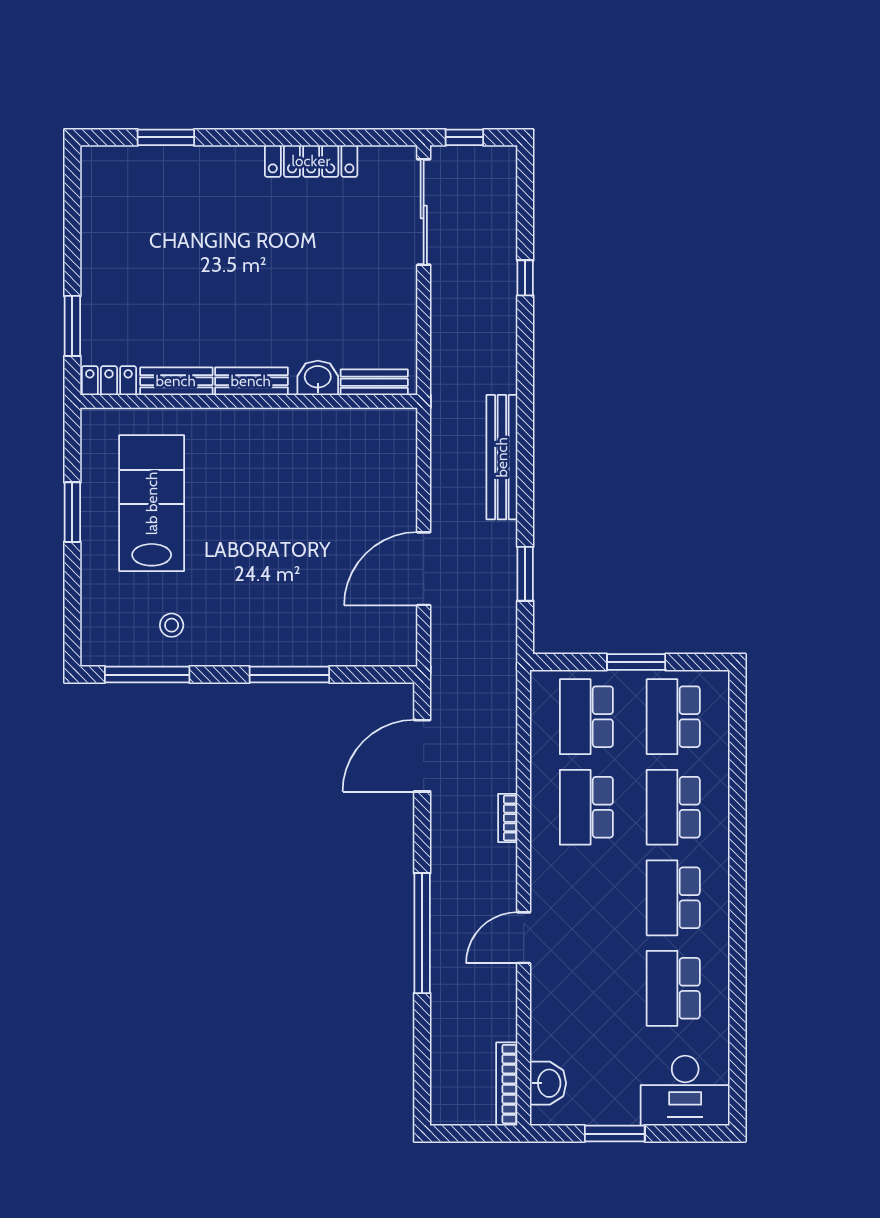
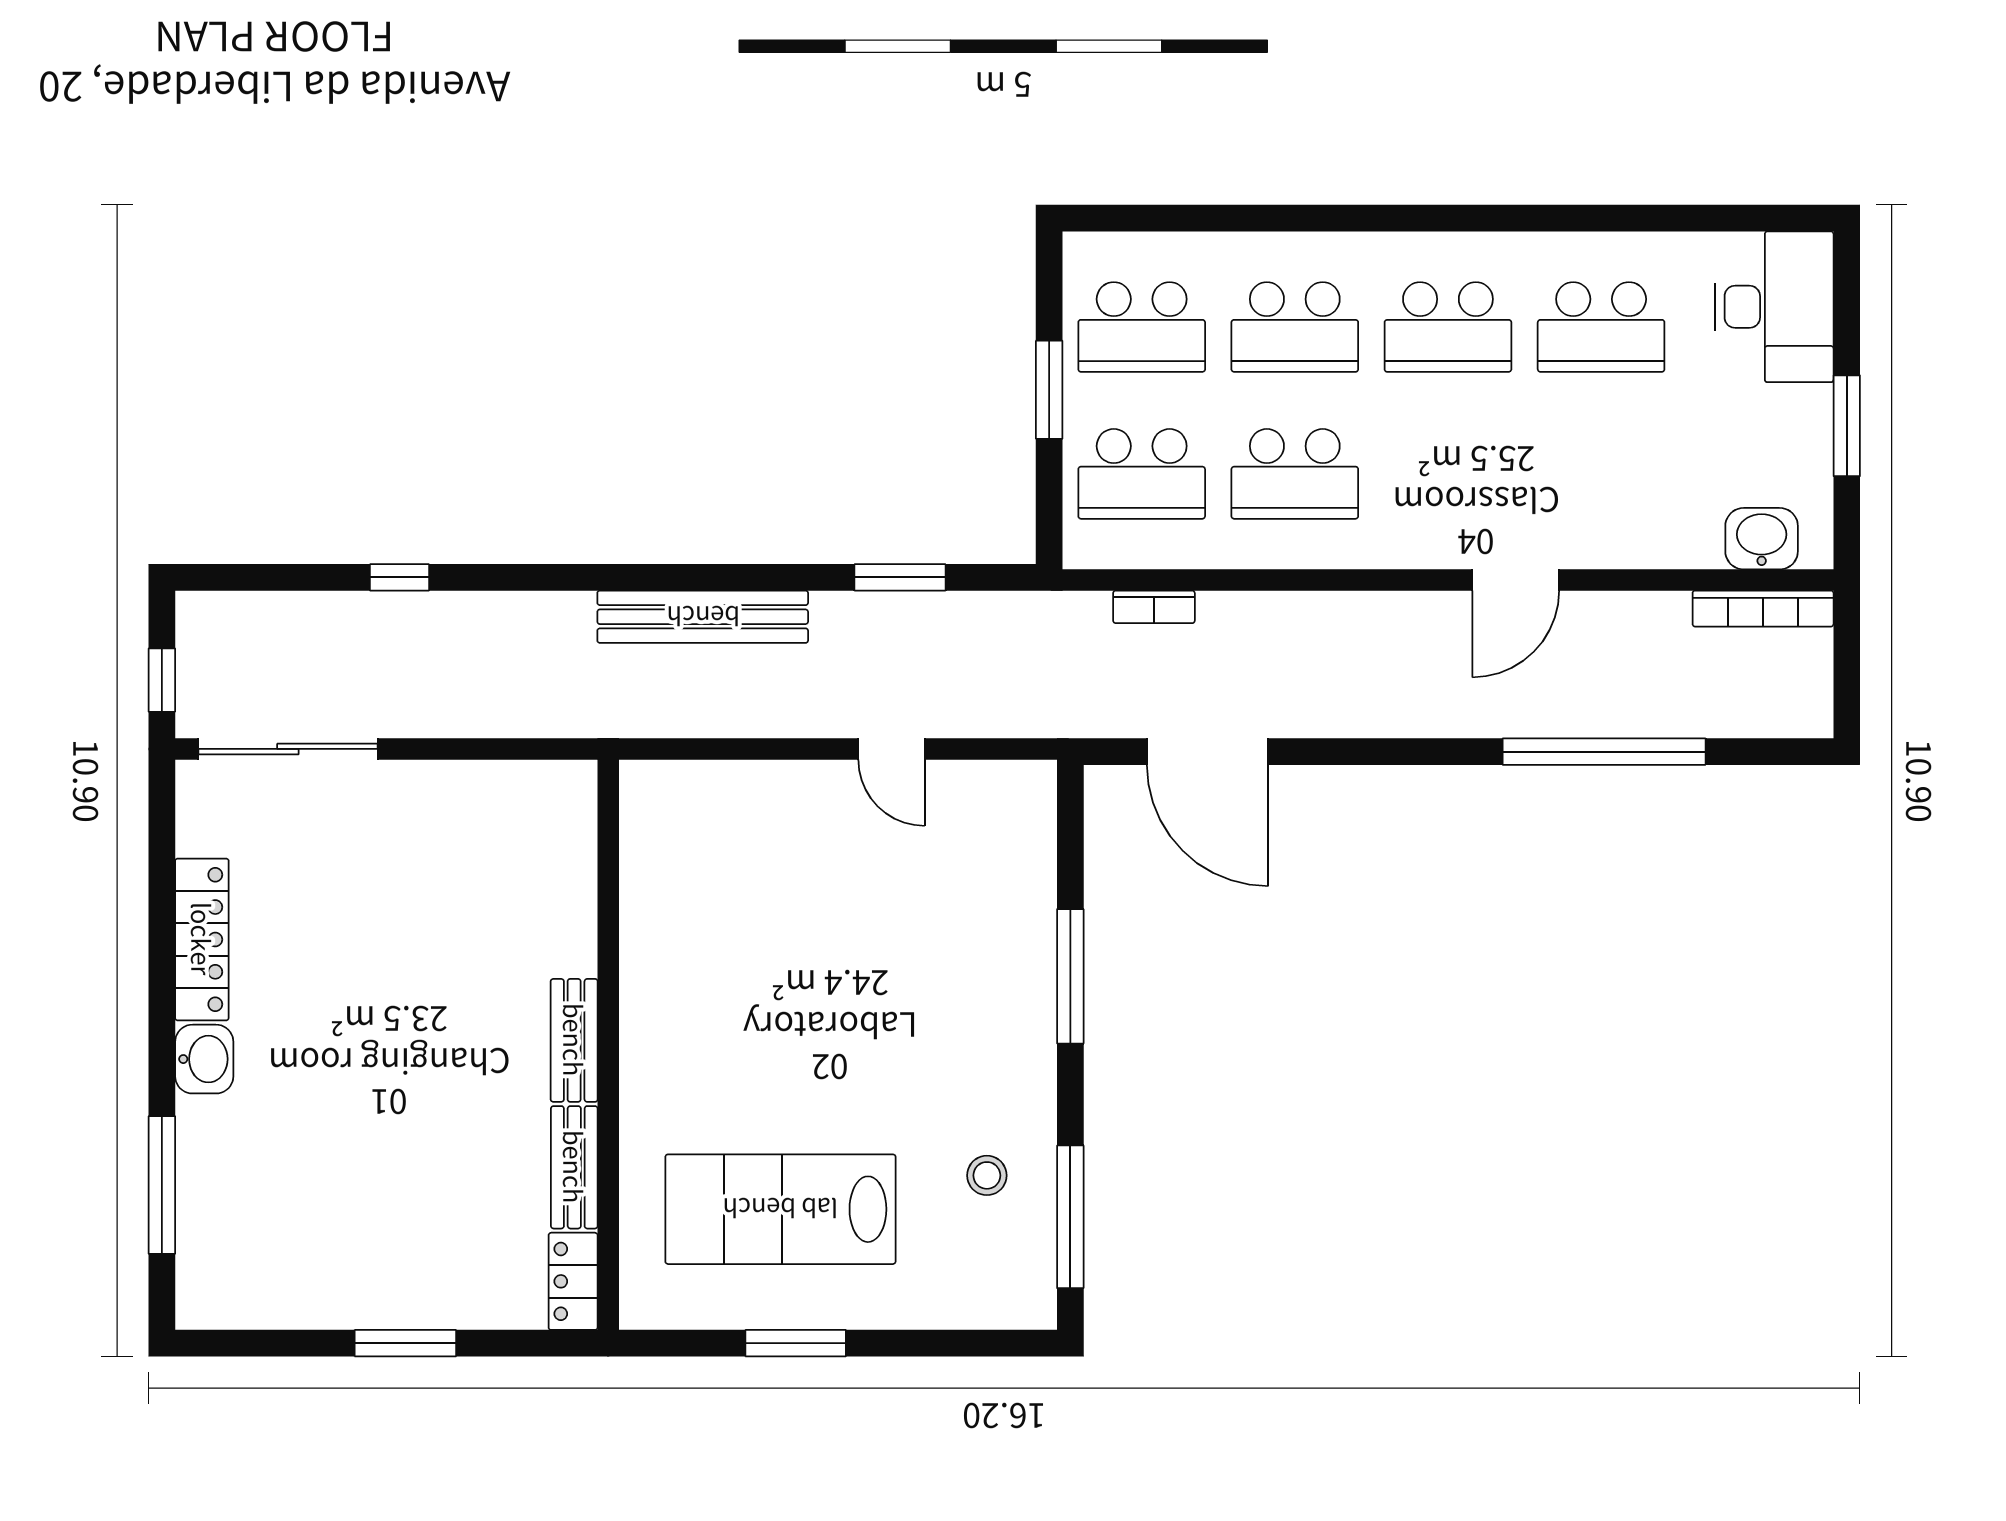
window: (166, 137) -> (162, 1185), width x1.44
window: (72, 326) -> (405, 1343), moved
washbasin: (318, 378) -> (204, 1059), moved, turned 180
bench: (374, 382) -> (576, 833), removed
door: (424, 569) -> (891, 749), width x0.53
bookcase: (508, 818) -> (1154, 607), moved
window: (422, 933) -> (1604, 752), moved
door: (524, 938) -> (1516, 580), hinge flipped

